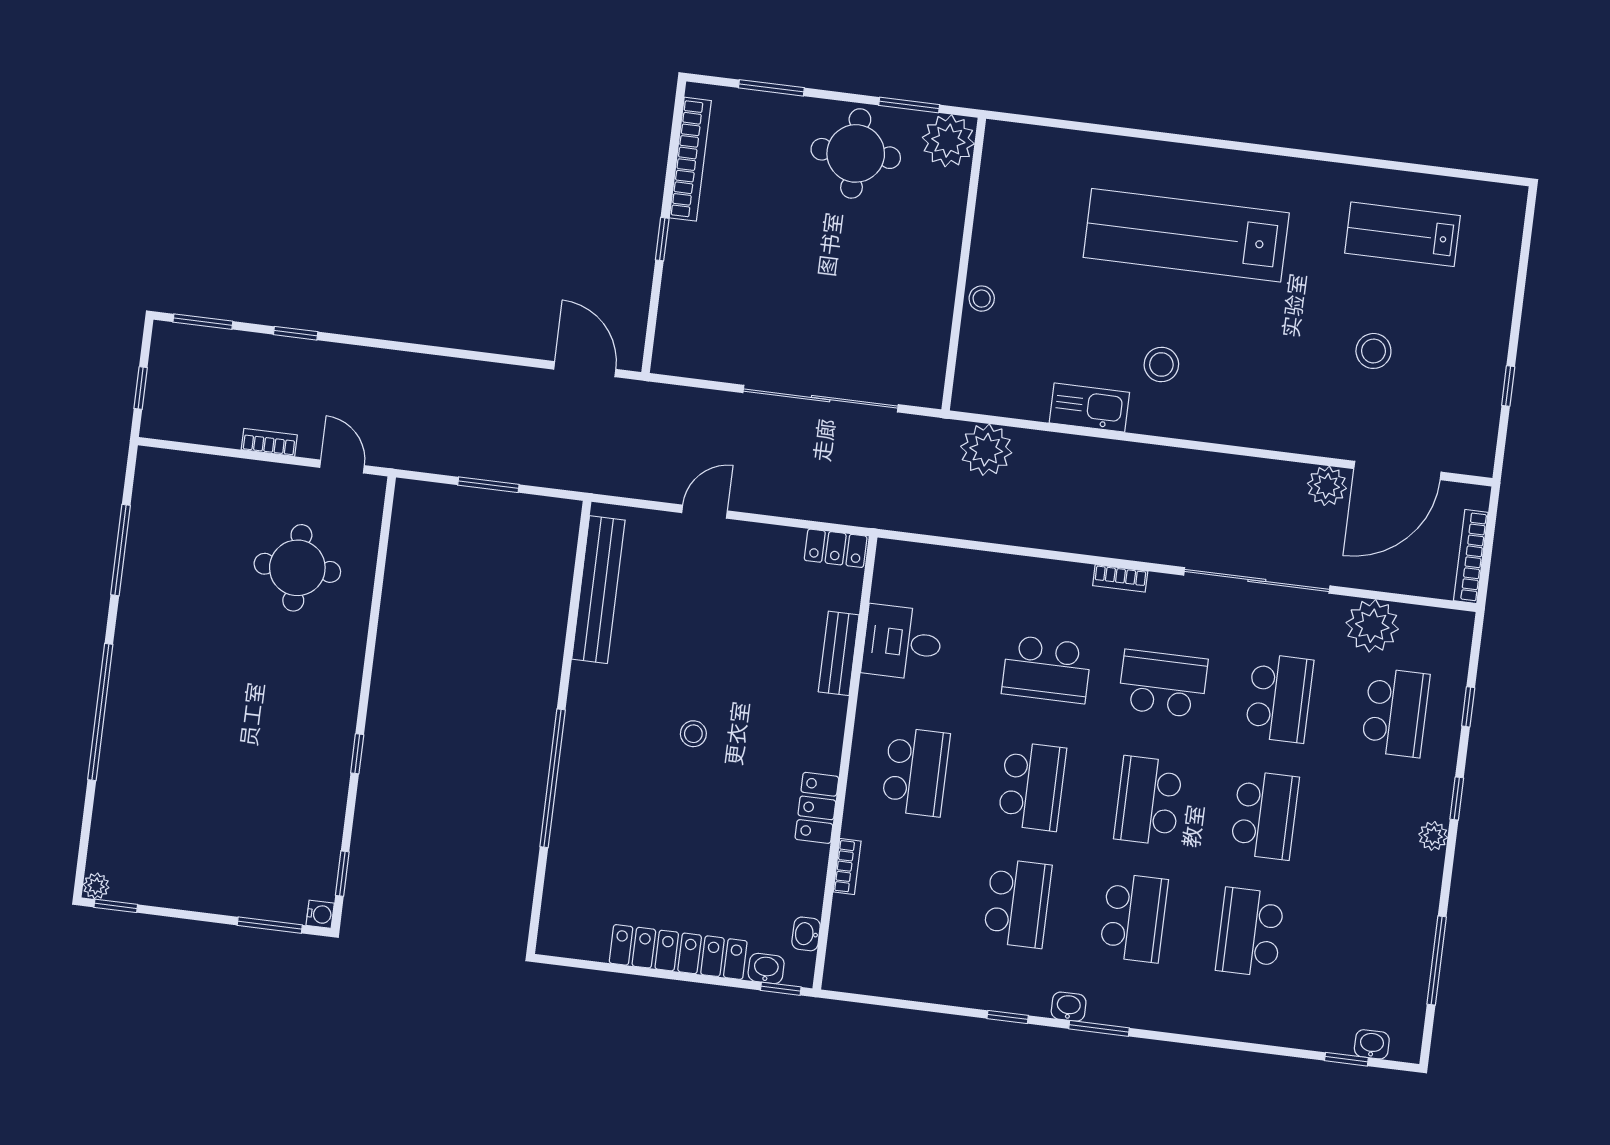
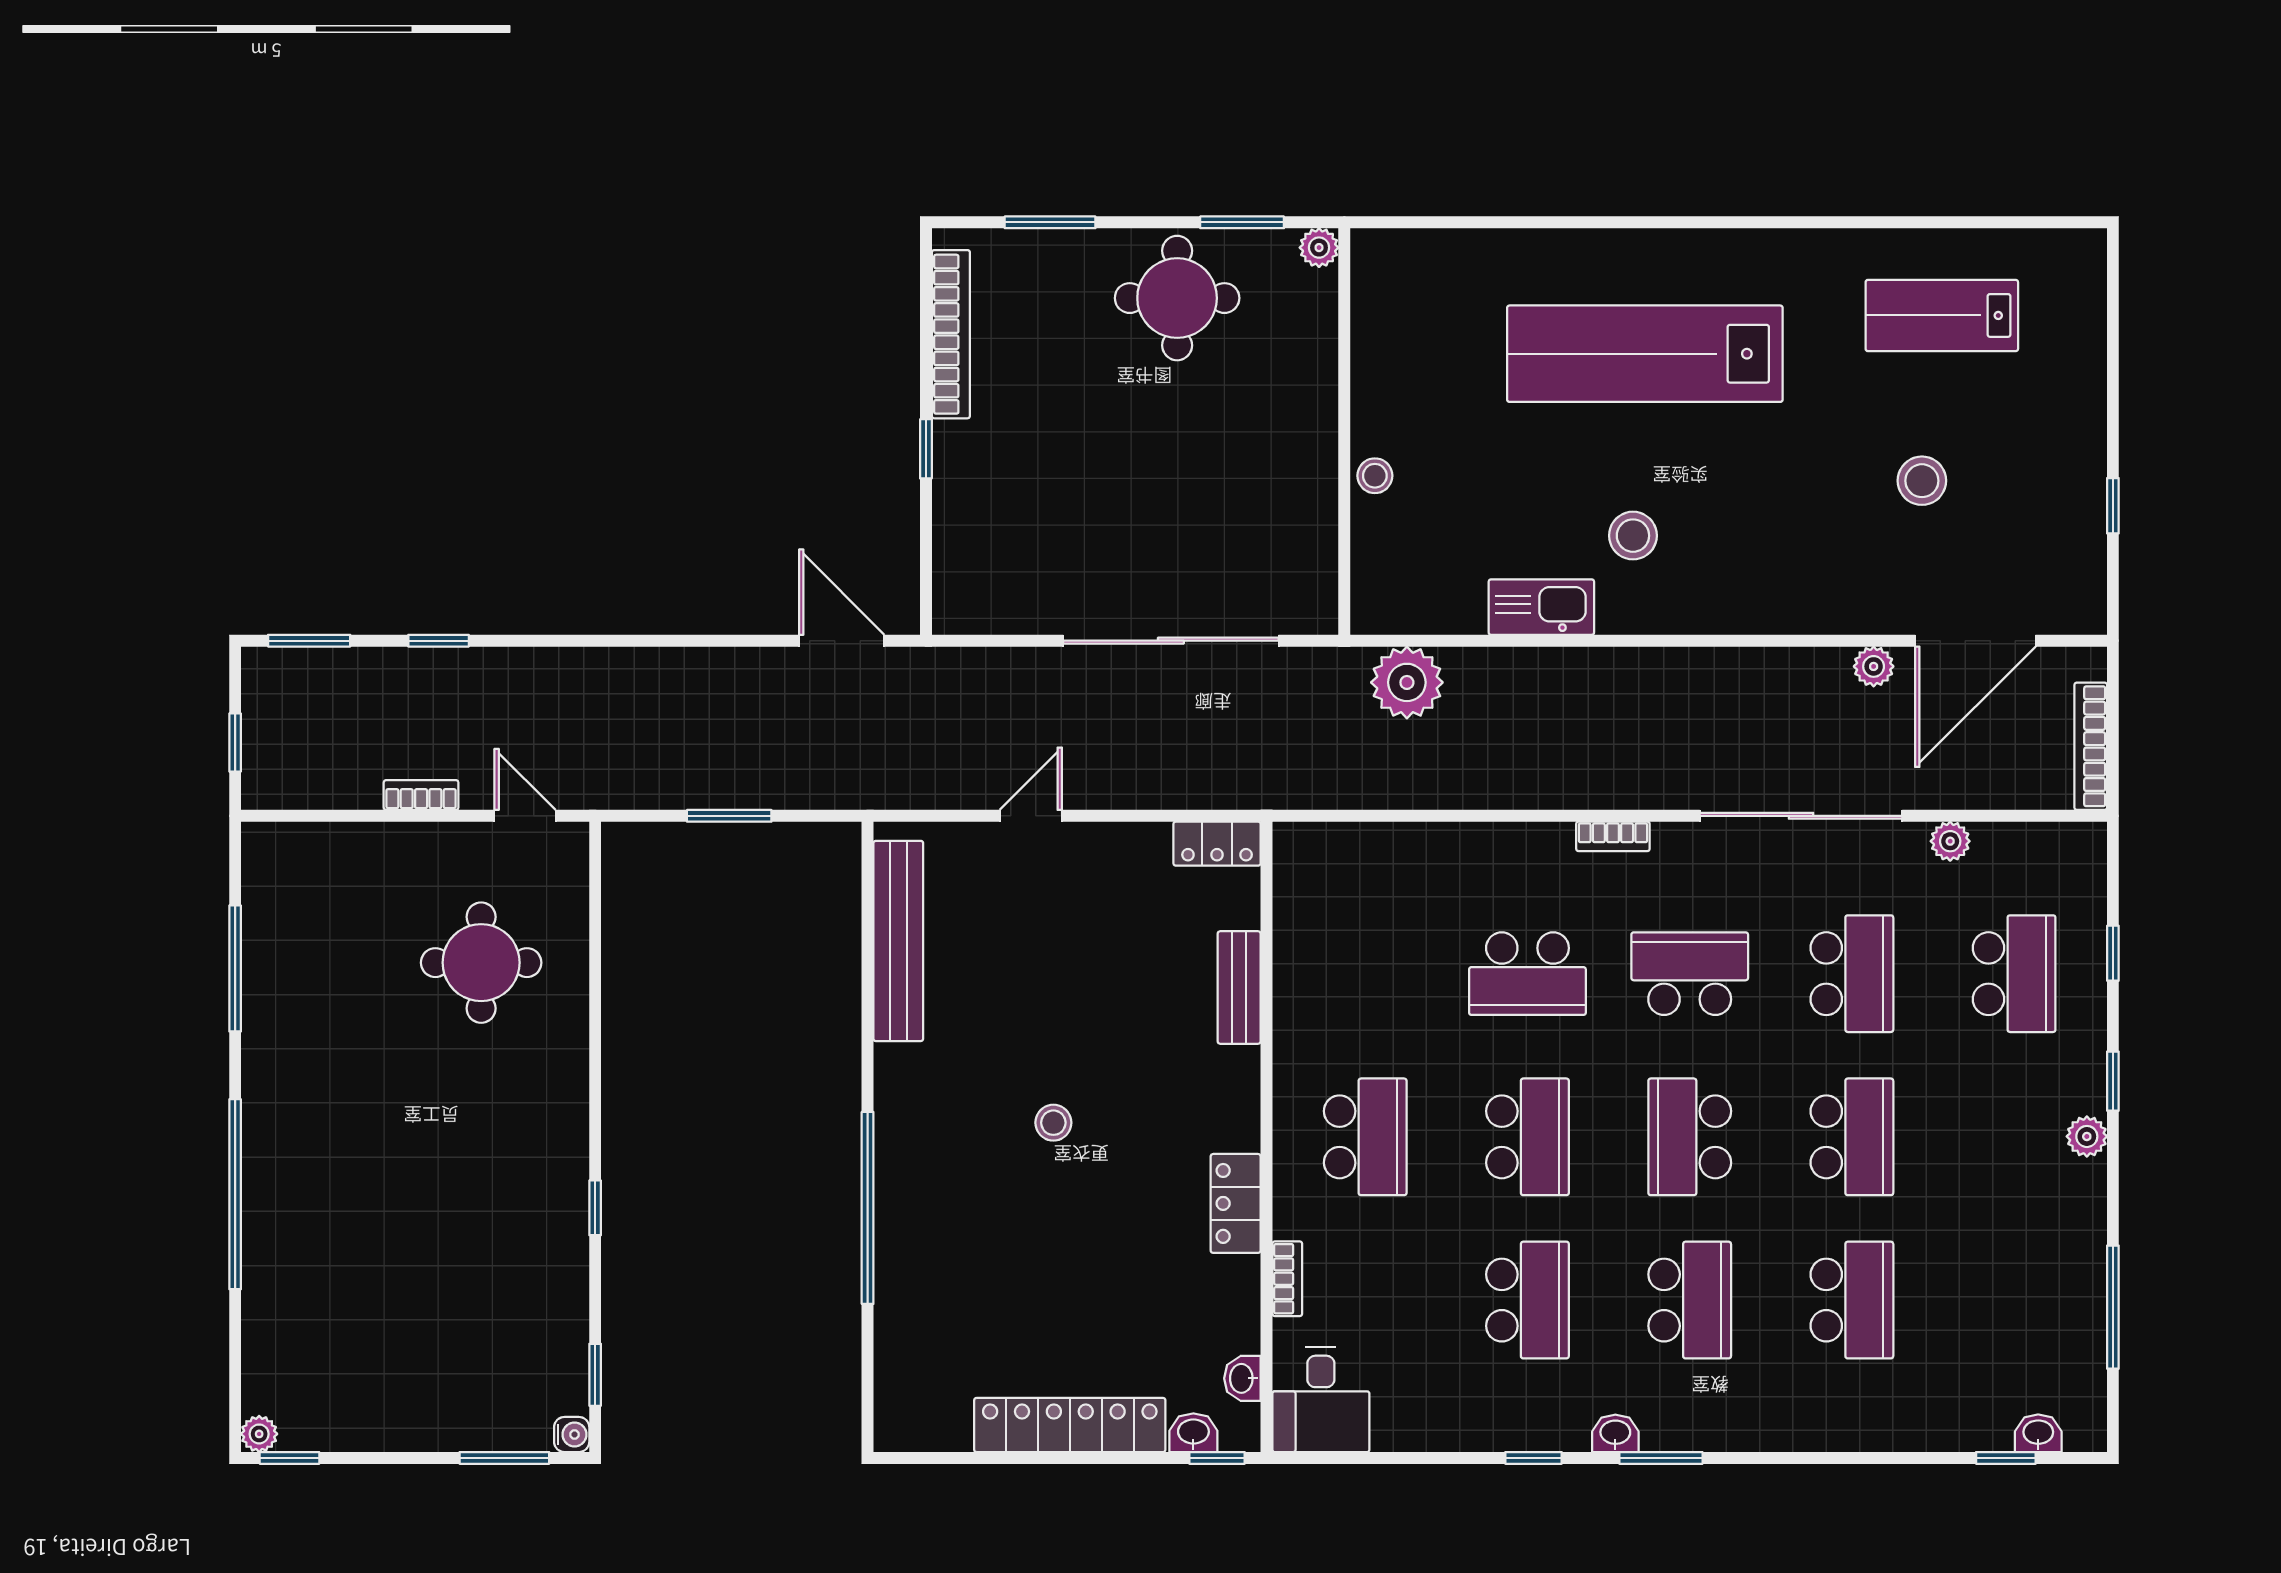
plant: (948, 141) -> (1319, 248), width x0.53, depth x0.53
plant: (1327, 486) -> (1874, 666), width x0.73, depth x0.73
plant: (1372, 626) -> (1950, 841), width x0.53, depth x0.53
desk: (902, 643) -> (1321, 1400), moved, turned -90
school desk: (1250, 932) -> (1852, 1300), turned 180

